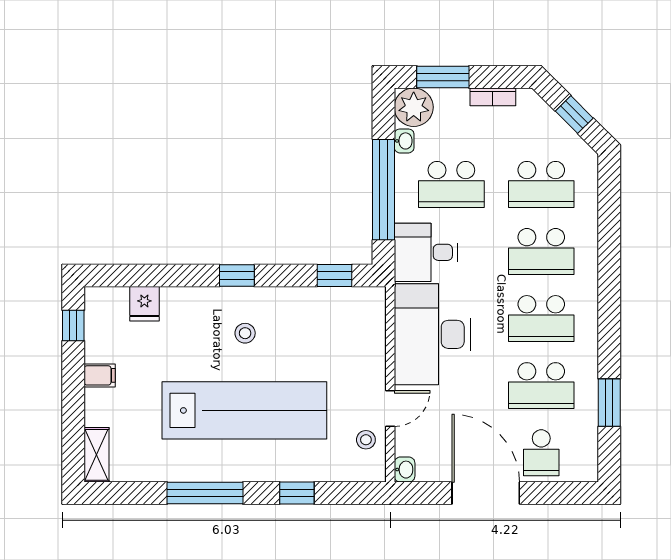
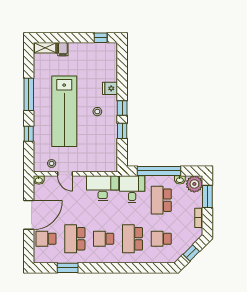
school desk: (541, 184) -> (161, 239), width x0.54
window: (335, 275) -> (122, 131), moved
fridge: (144, 304) -> (110, 88), moved
school desk: (541, 319) -> (104, 239), width x0.54
desk: (432, 334) -> (103, 188), width x0.73, depth x0.77
filing cabinet: (100, 375) -> (63, 49), moved

